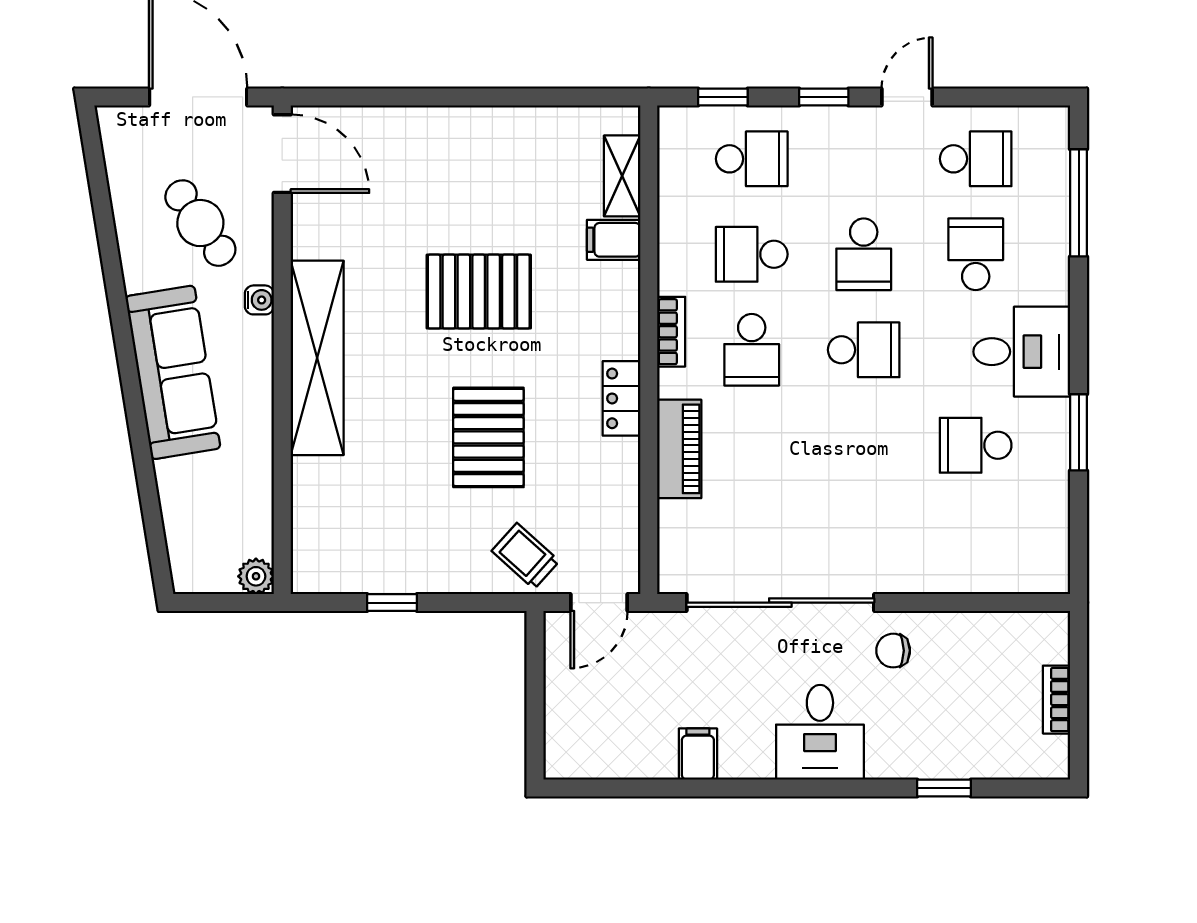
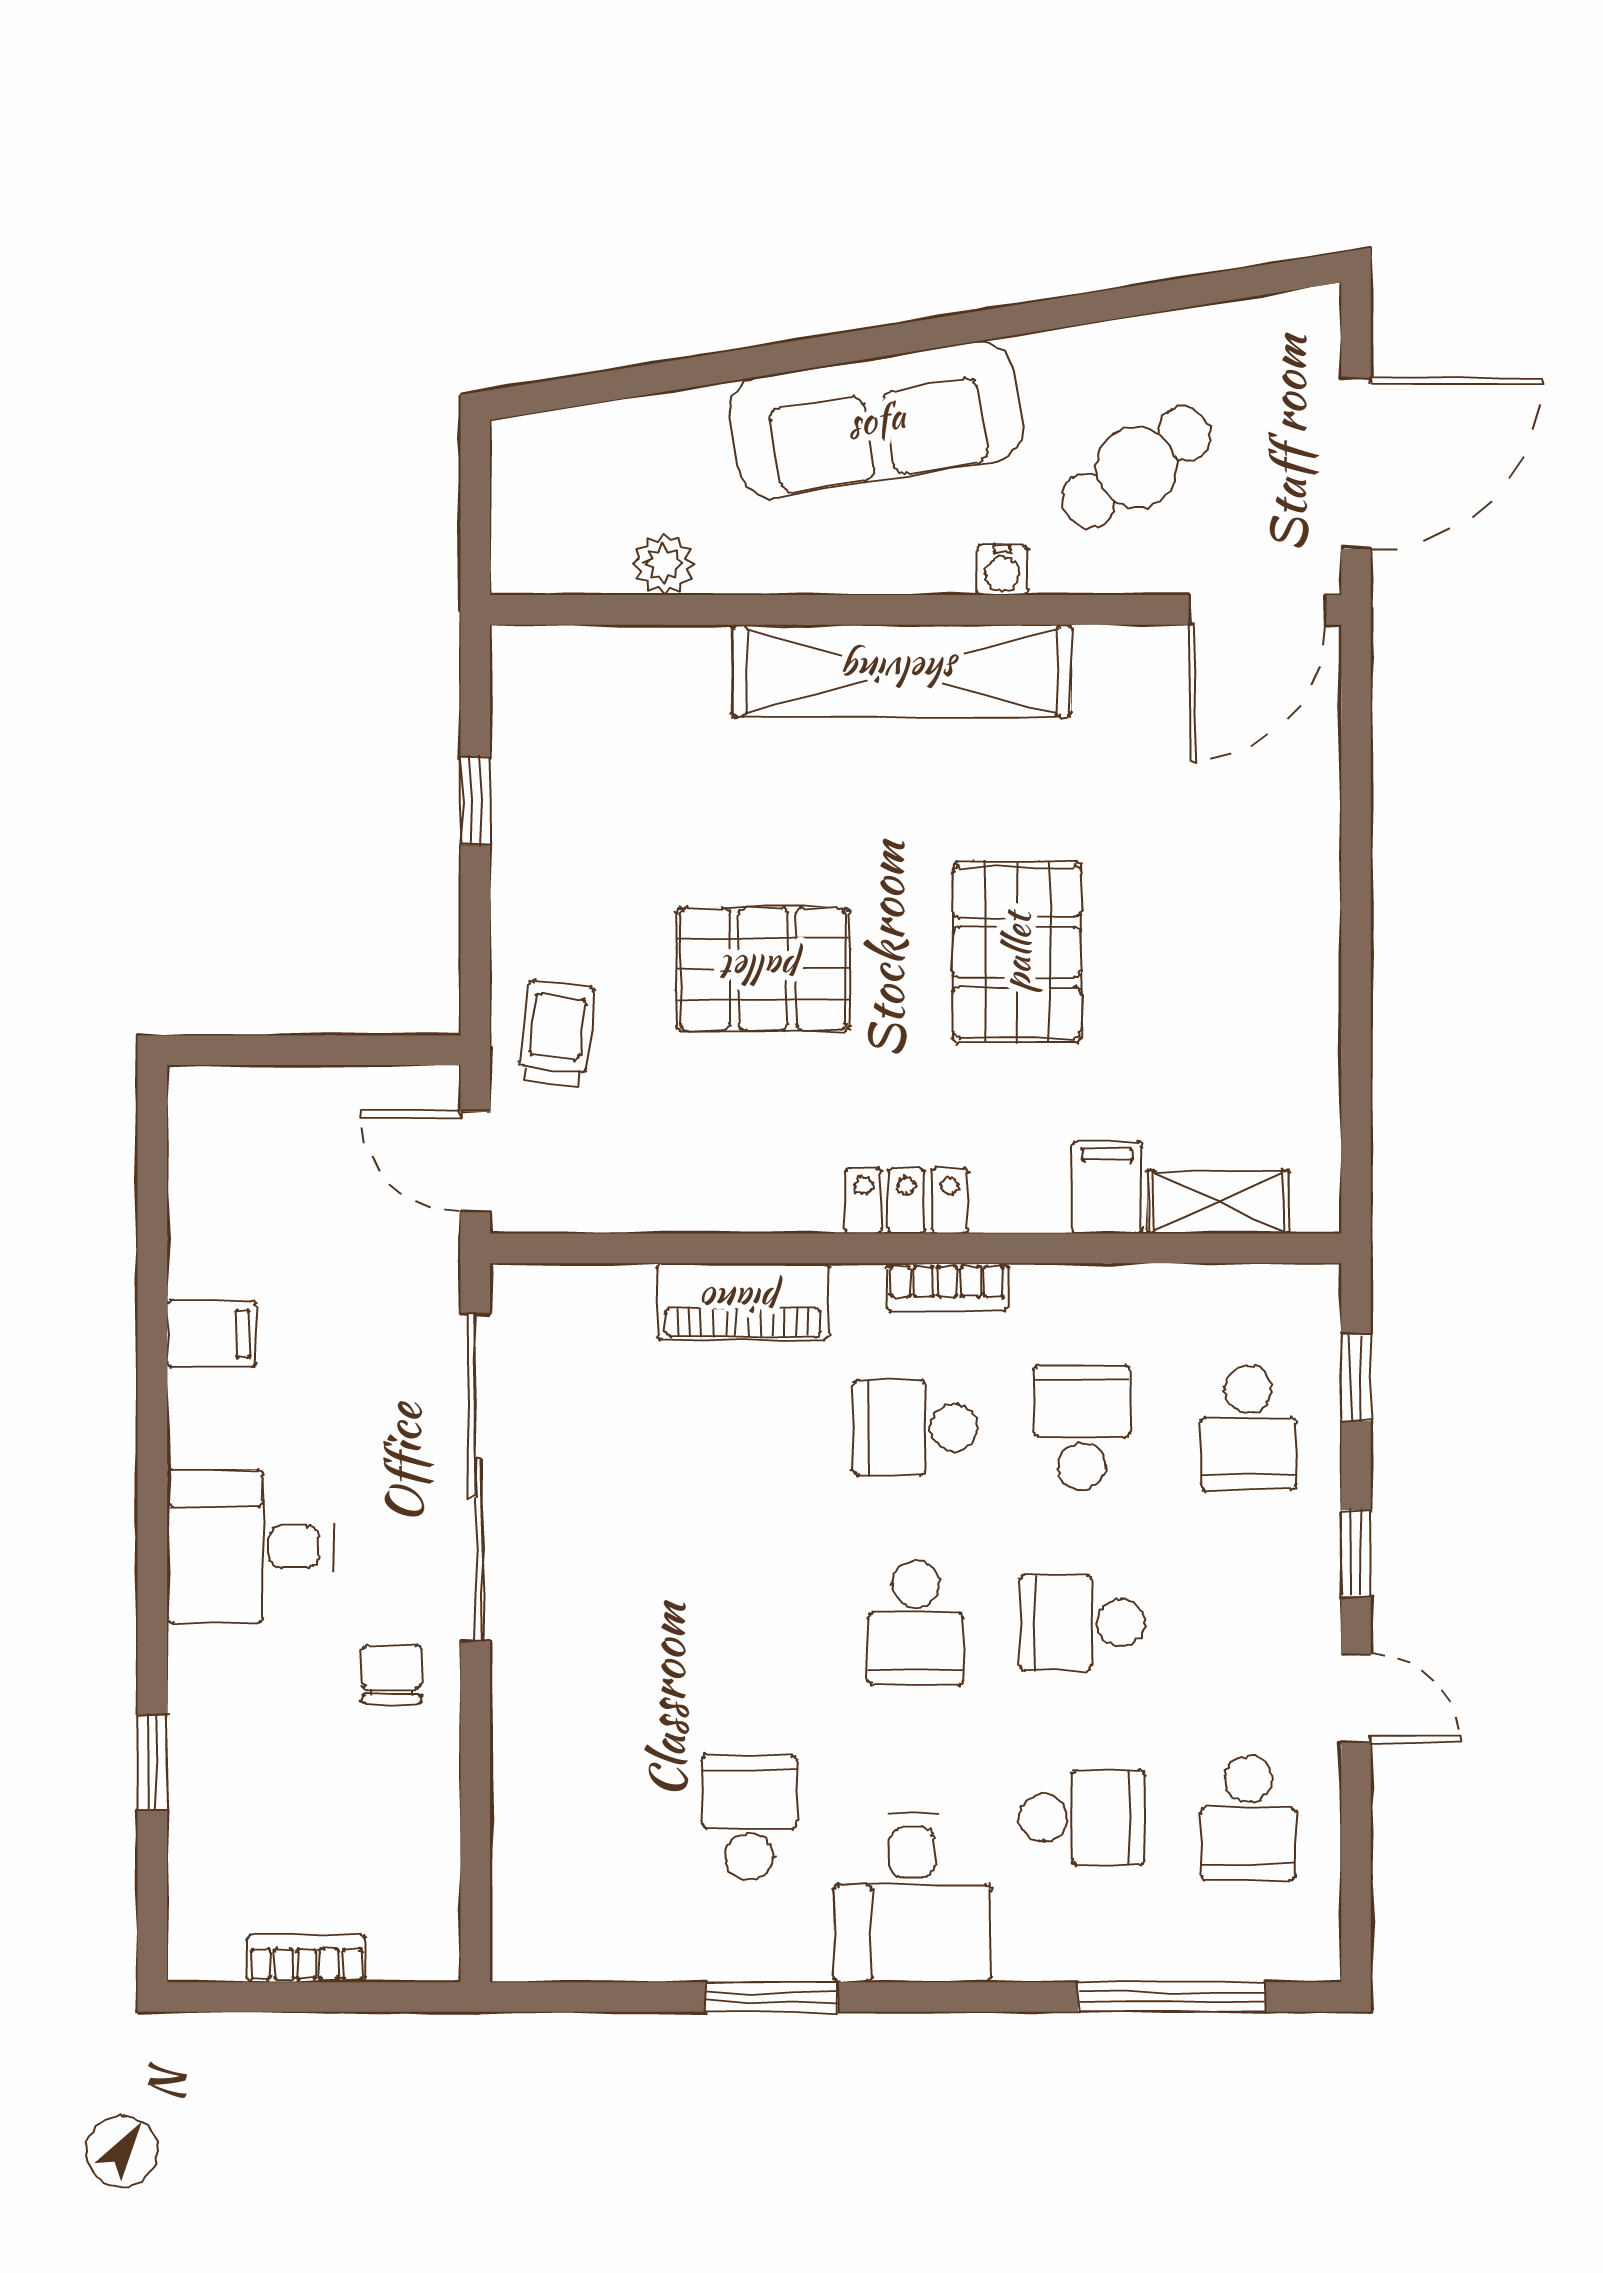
locker: (622, 398) -> (906, 1201), moved
trolley: (525, 556) -> (556, 1034), turned -35
plant: (256, 576) -> (664, 564), moved

